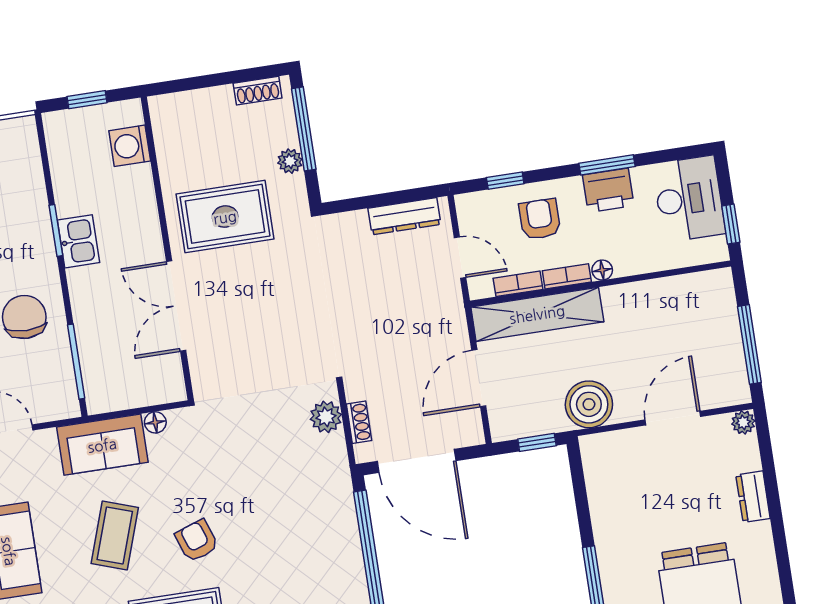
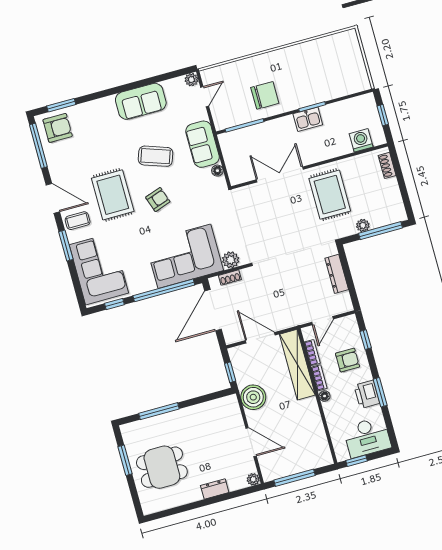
shoe rack: (258, 91) -> (387, 165), moved
dresser: (404, 216) -> (337, 274), moved
corner sofa: (309, 503) -> (184, 256), added

